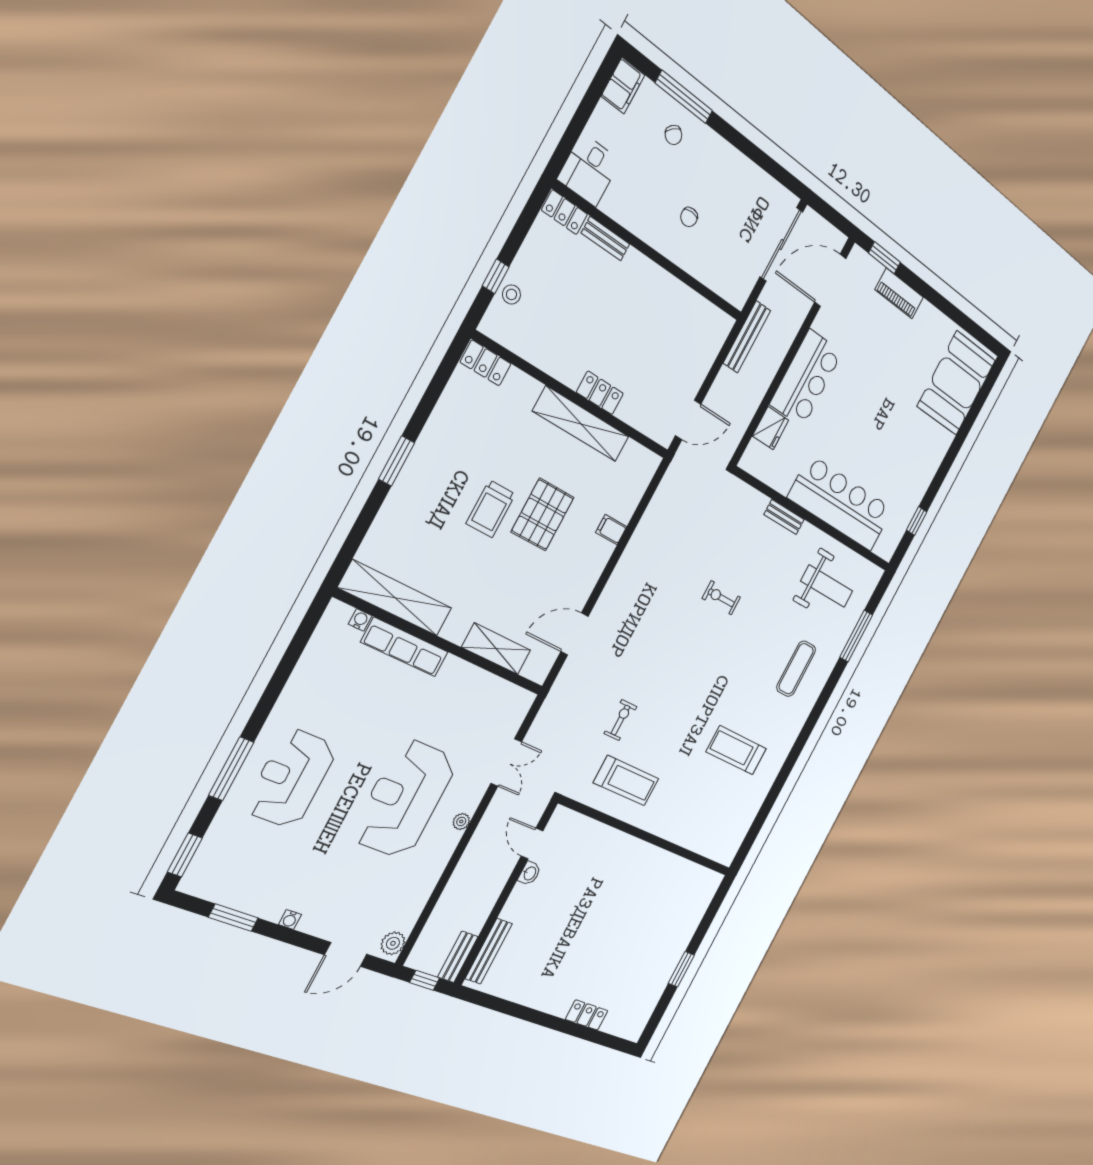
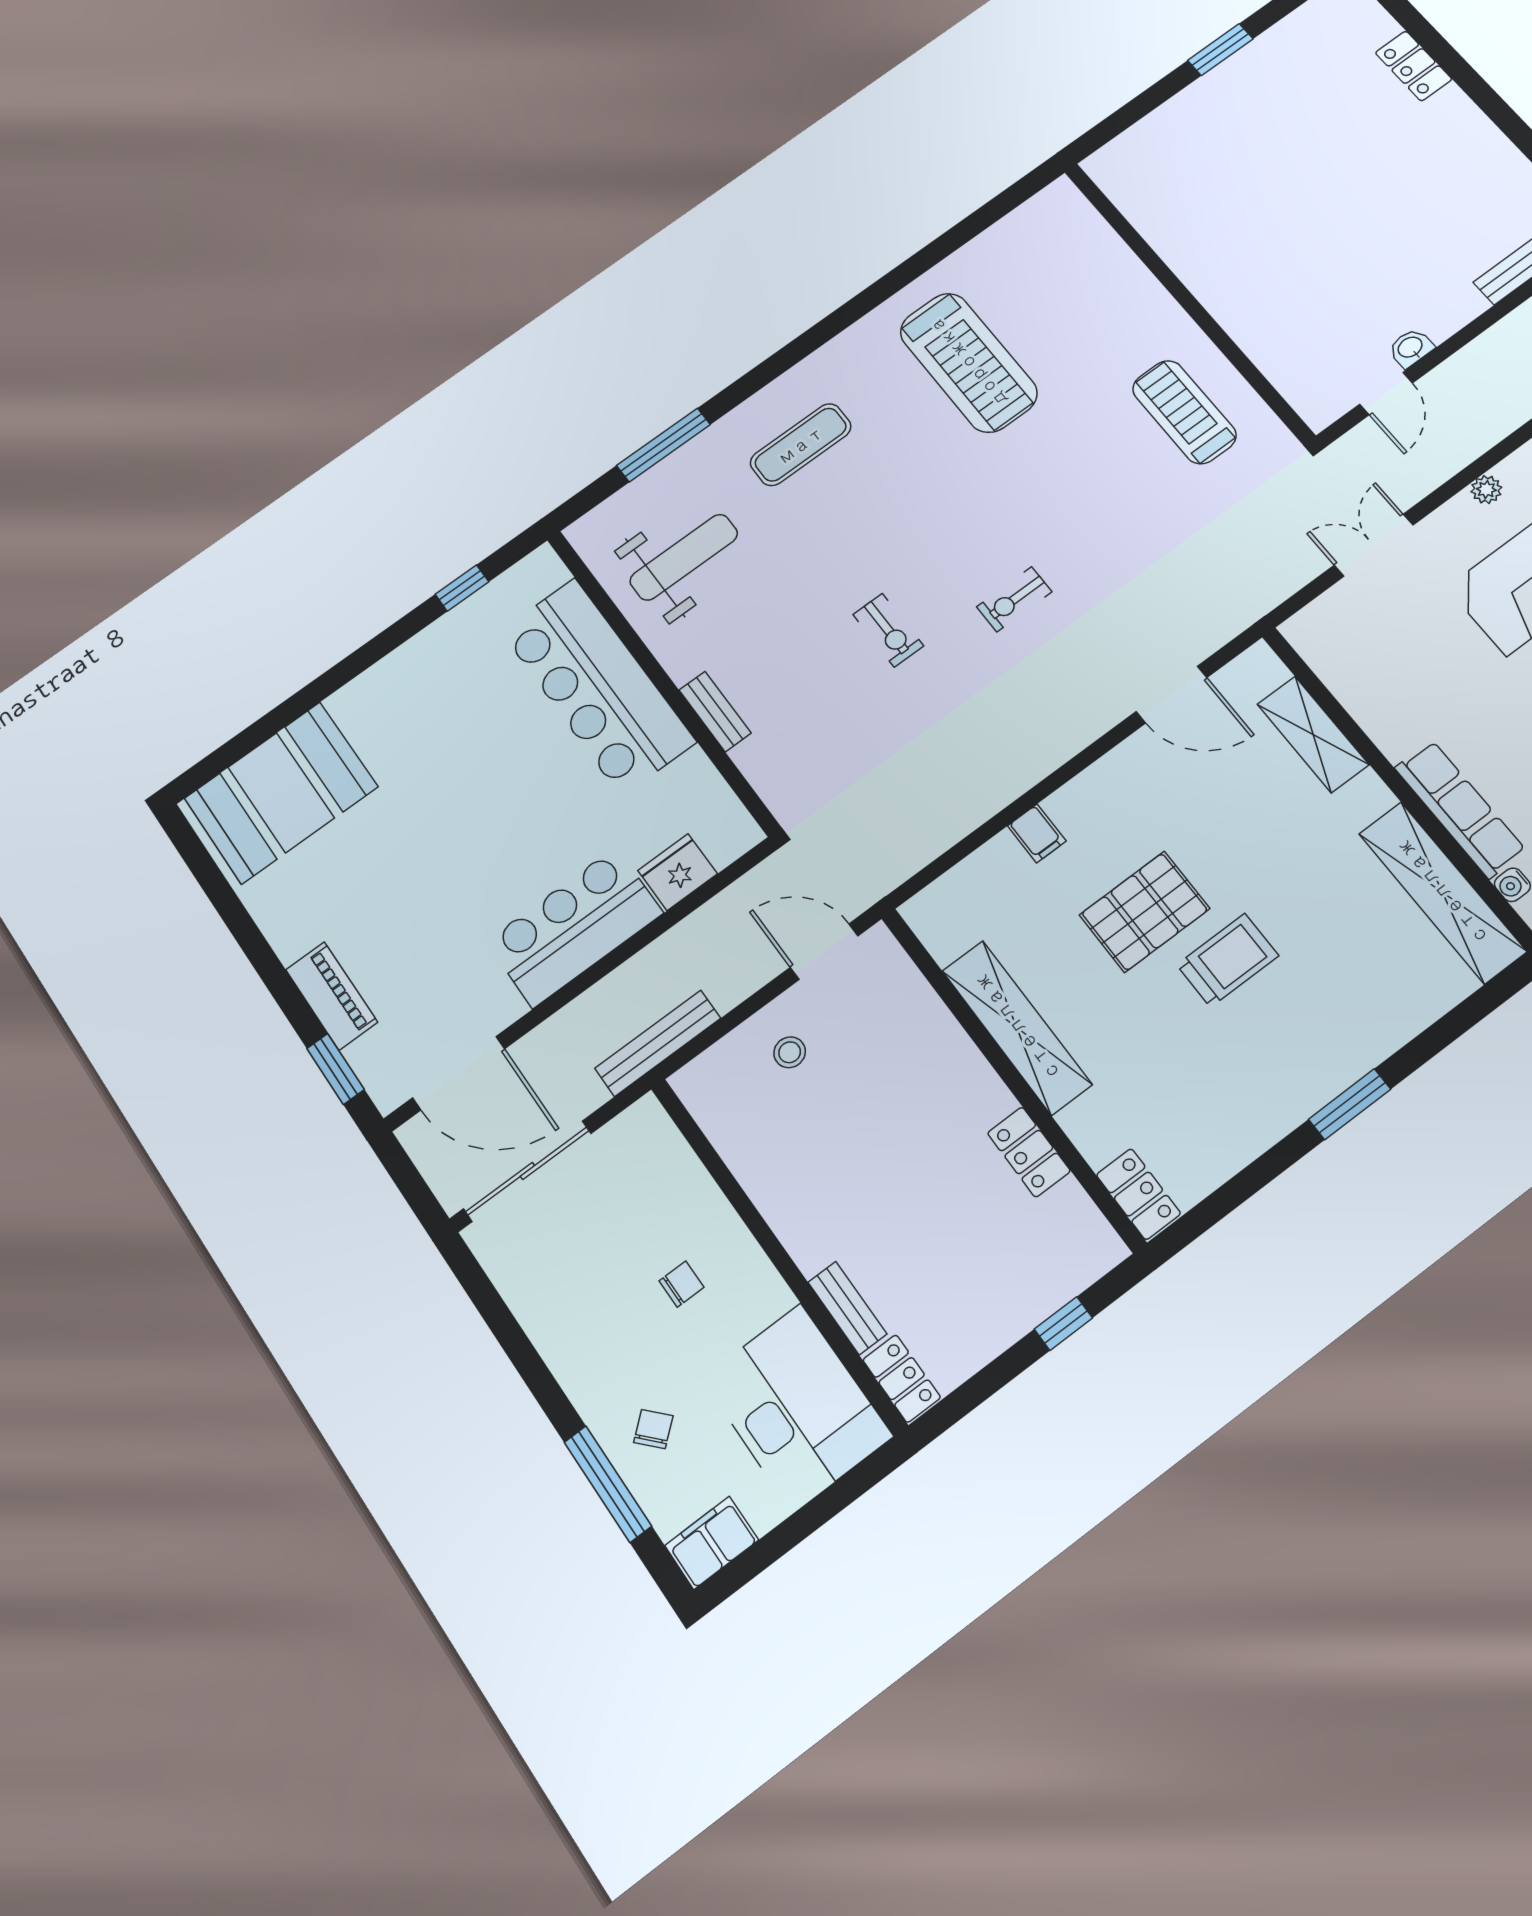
desk: (589, 170) -> (797, 1407), width x1.87, depth x1.30
stool: (511, 294) -> (790, 1052), moved
locker: (600, 393) -> (1029, 1152), moved
weight bench: (827, 586) -> (684, 557), turned 90
exercise bike: (620, 720) -> (1014, 599), moved
treadmill: (736, 750) -> (968, 362), width x1.37, depth x1.38

